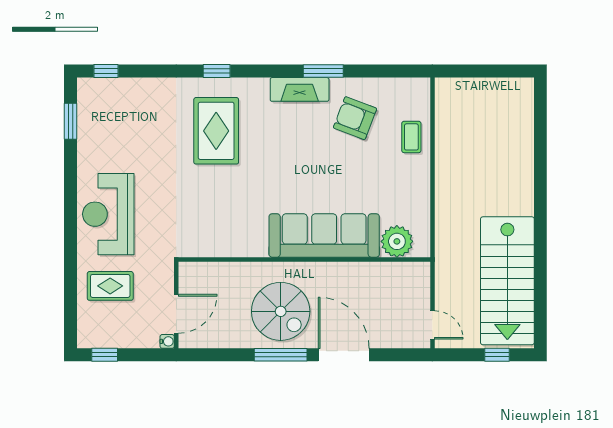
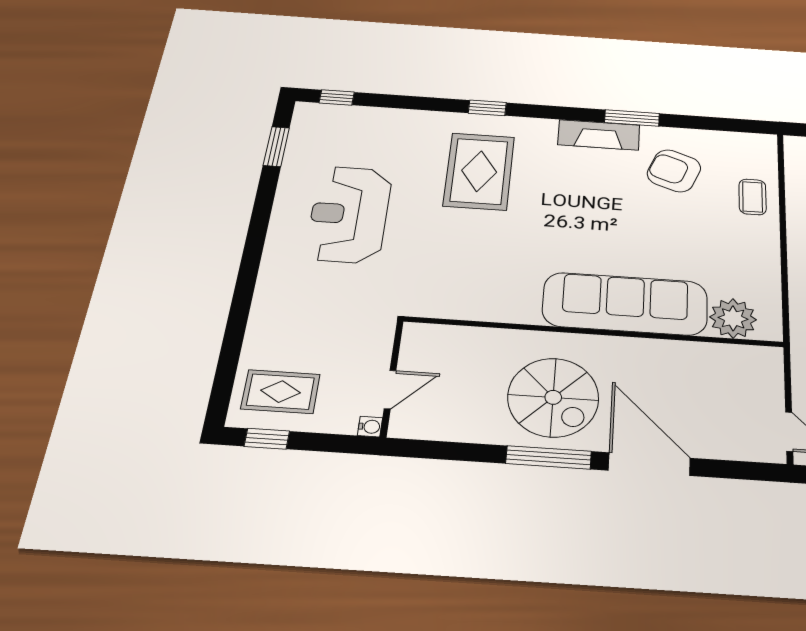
reception desk: (108, 214) -> (349, 214), moved
rug: (110, 286) -> (281, 392), moved
door: (176, 314) -> (390, 390), width x0.73

